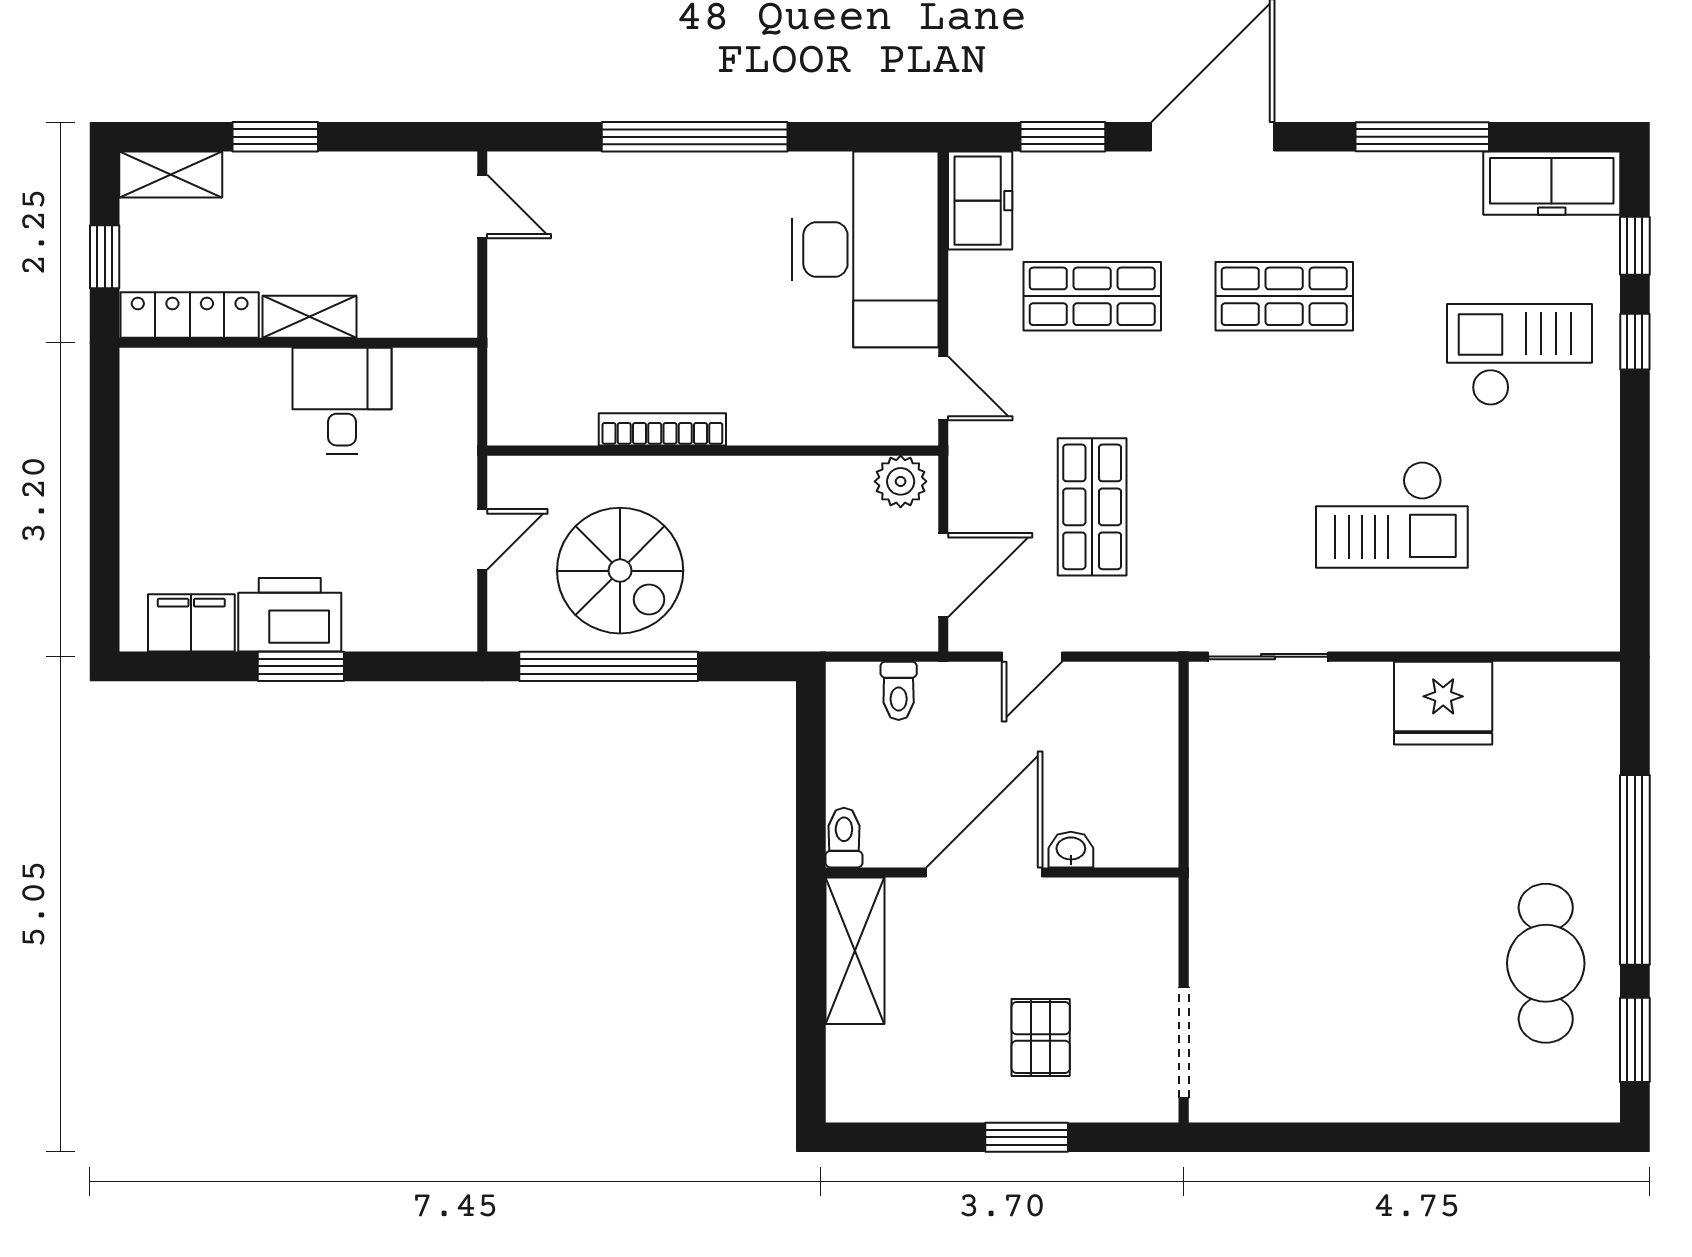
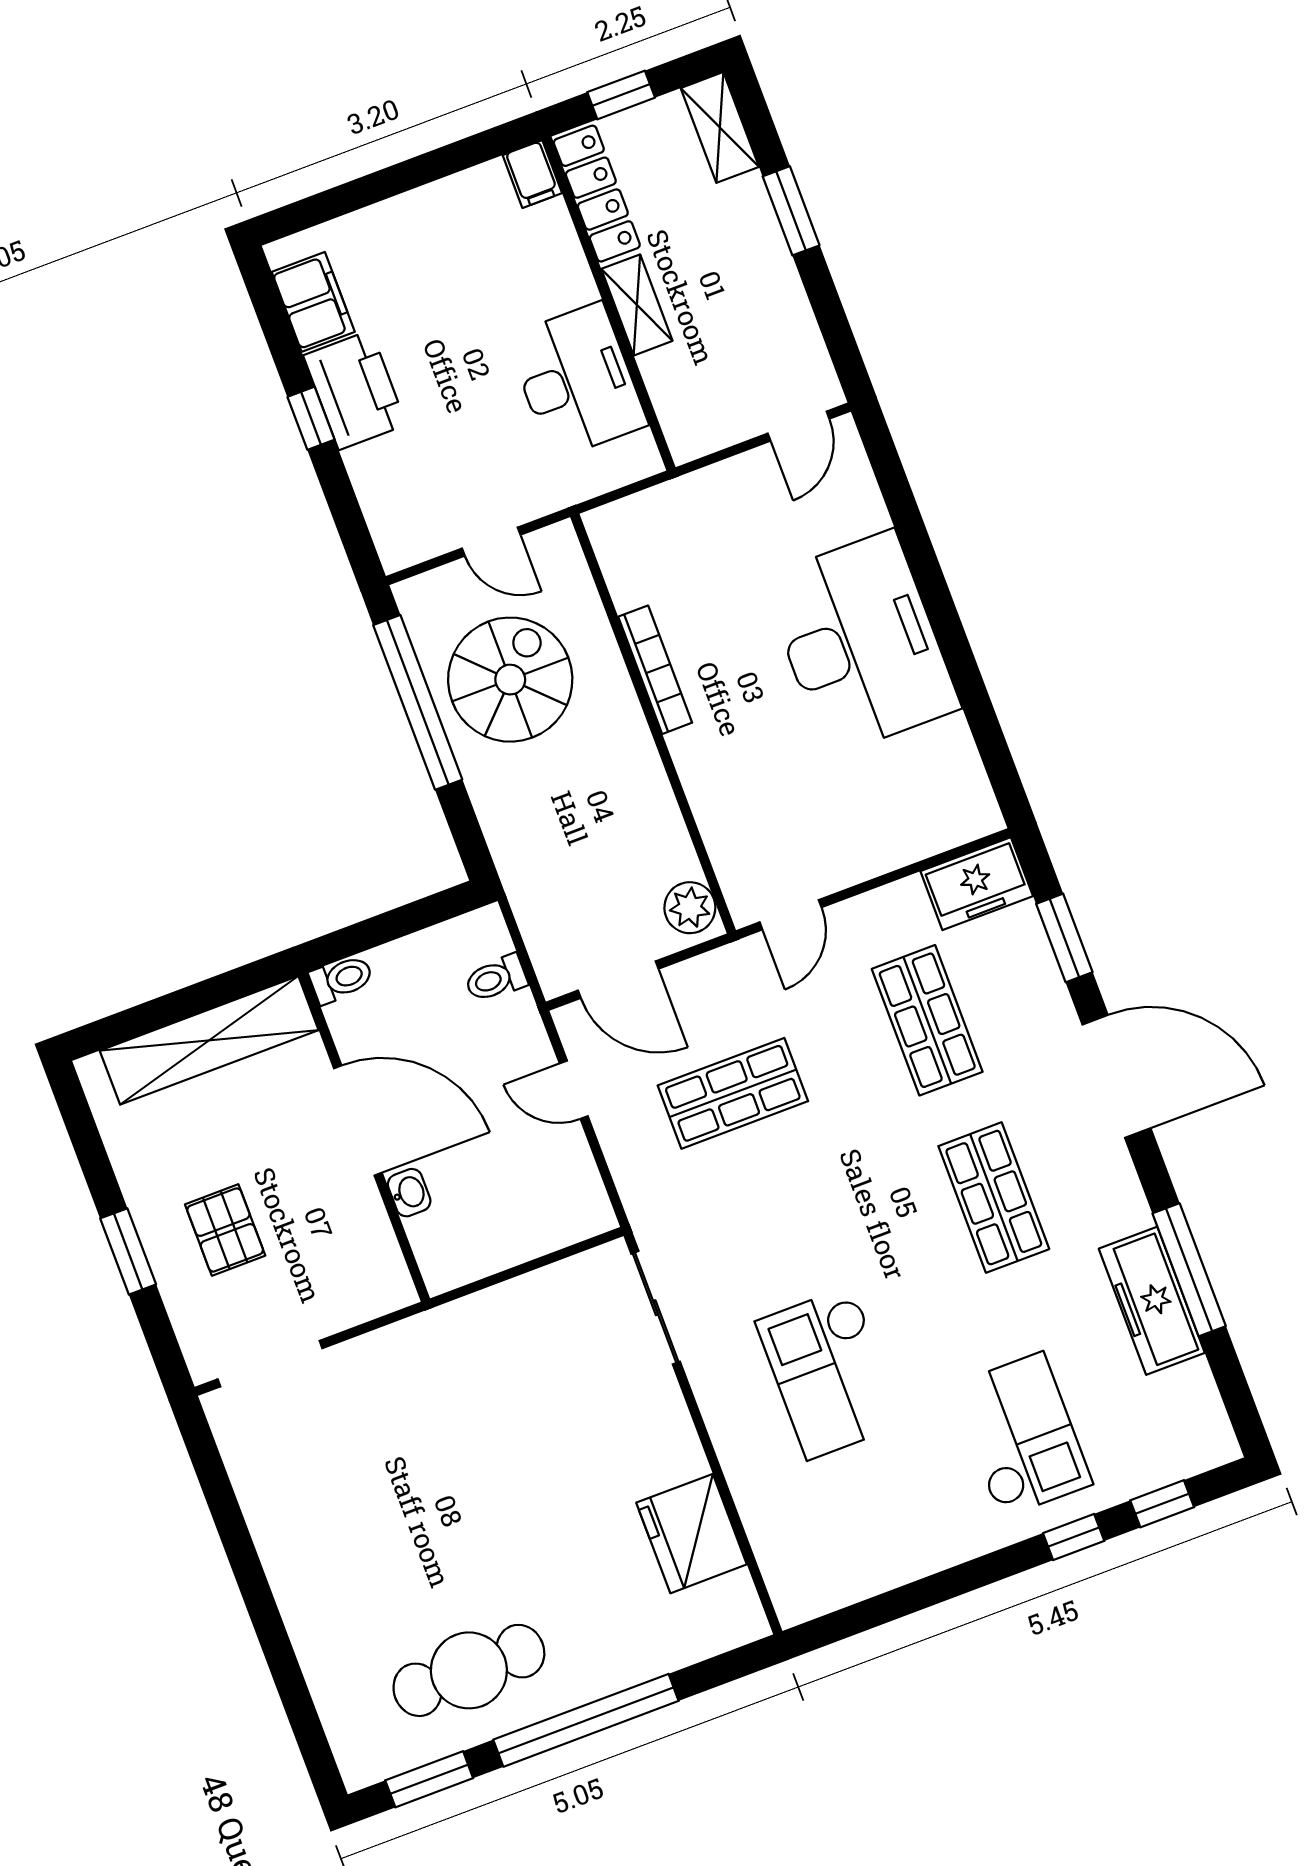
window: (695, 137) -> (937, 598), removed
freezer: (1552, 183) -> (1152, 1301), moved
desk: (865, 249) -> (861, 643), moved, turned -90
filing cabinet: (148, 369) -> (532, 174), added
desk: (342, 401) -> (577, 381), width x1.37
spiral stairs: (620, 571) -> (510, 680), turned 180
window: (301, 666) -> (311, 418), width x0.67
fridge: (1443, 703) -> (692, 1534), moved
shelving: (855, 951) -> (209, 1040), width x1.47
pallet: (1041, 1038) -> (225, 1230), turned 90

